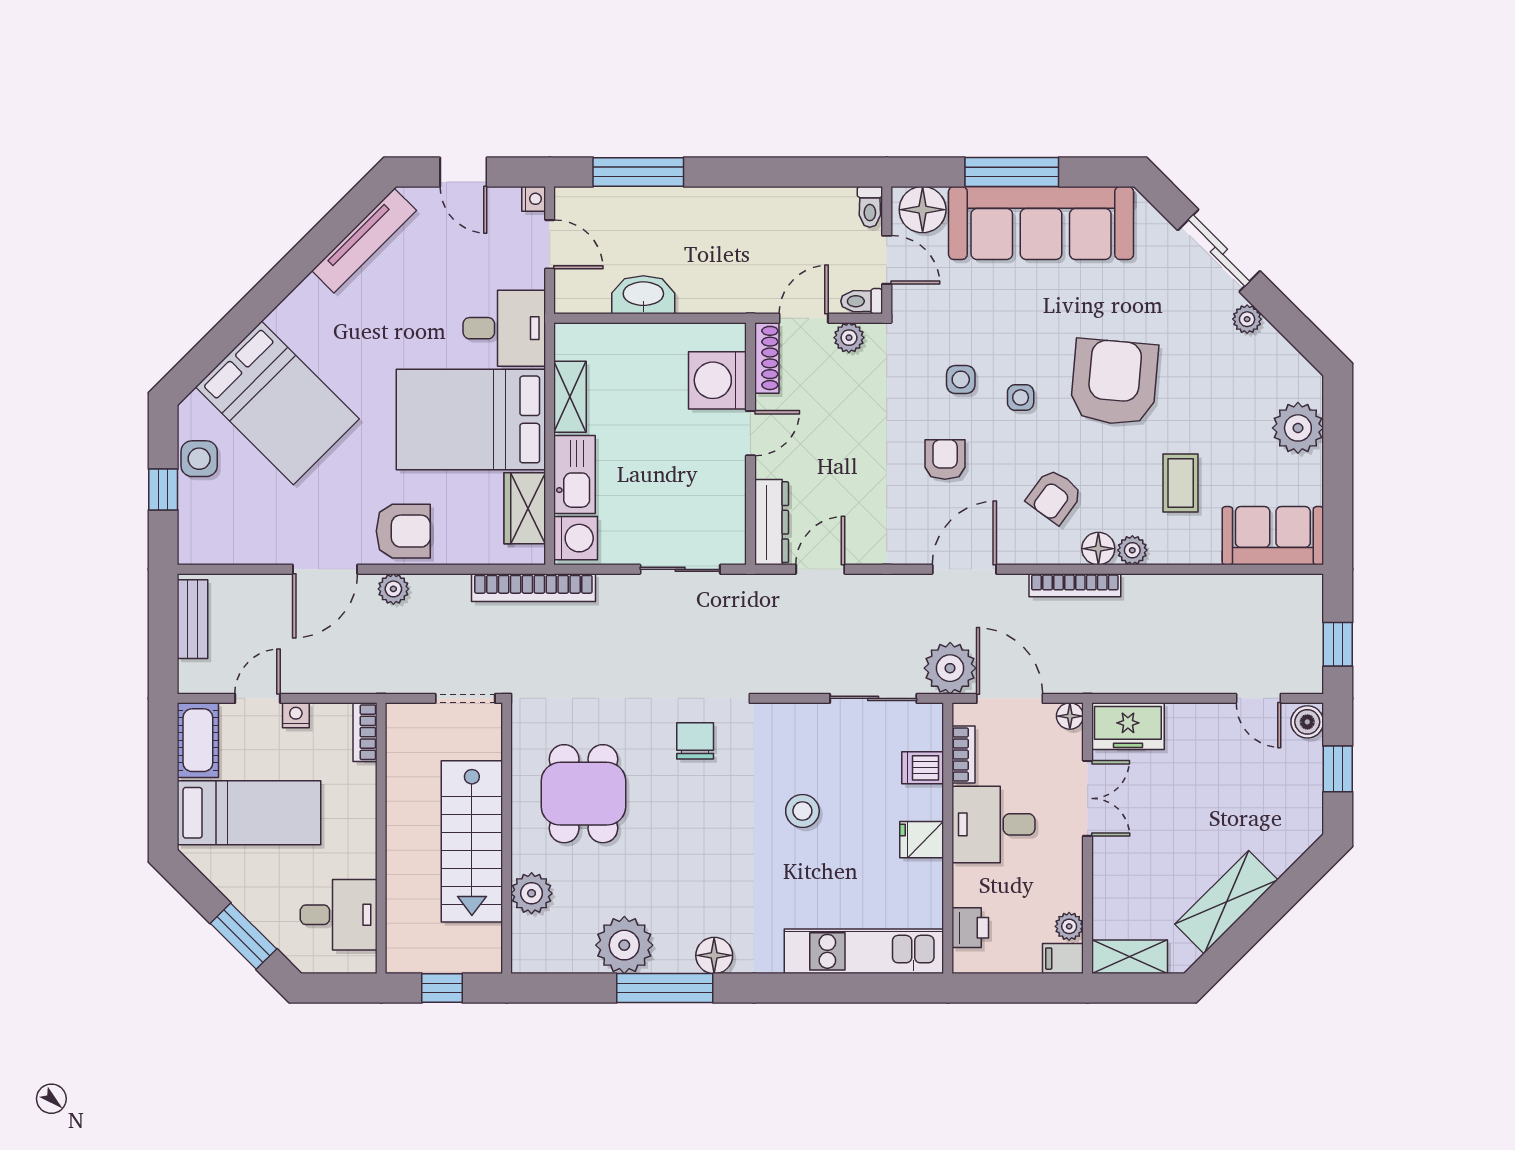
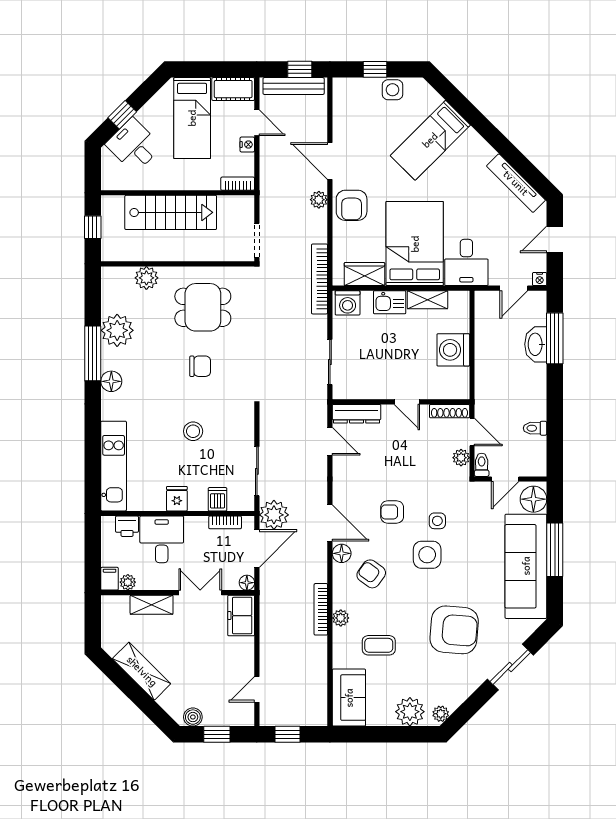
toilet: (870, 207) -> (535, 428), moved
washbasin: (643, 295) -> (536, 344), moved, turned 180
plant: (1247, 319) -> (441, 714), moved
washing machine: (717, 380) -> (453, 350), moved, turned -90
armchair: (1114, 382) -> (454, 630), moved
side table: (1021, 397) -> (427, 555), width x1.87, depth x1.87
bed: (277, 403) -> (430, 140), width x0.67
armchair: (945, 459) -> (392, 512), turned 180
kitchen sink: (575, 474) -> (390, 302), width x0.73
floor lamp: (1098, 549) -> (342, 553), moved
bookcase: (1075, 585) -> (321, 609), moved
bench: (193, 619) -> (294, 86), width x1.36
window: (163, 623) -> (300, 69), added
boiler: (1307, 722) -> (193, 717), moved
chair: (695, 741) -> (200, 366), moved
double door: (1088, 798) -> (200, 593), swing flipped
desk: (993, 824) -> (162, 539), moved
stairs: (472, 841) -> (171, 212), moved, turned 180
desk: (339, 915) -> (134, 145), moved, turned 135
window: (243, 936) -> (122, 115), width x0.67
shelving: (1130, 957) -> (152, 605), moved, turned 90

